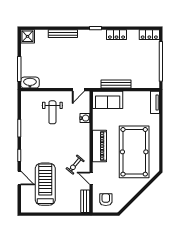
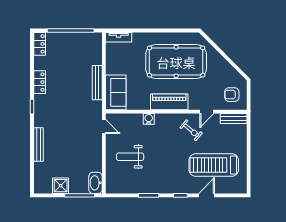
shower: (28, 36) -> (61, 186), moved
weight bench: (52, 112) -> (130, 157), turned 180
water cooler: (85, 118) -> (149, 119), moved

